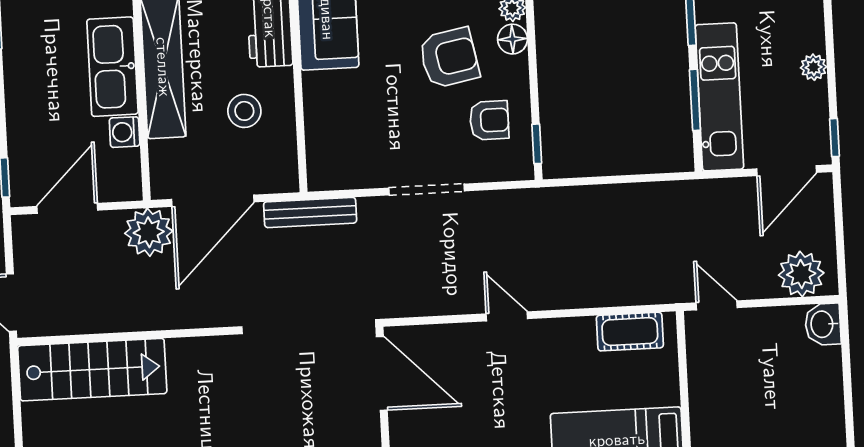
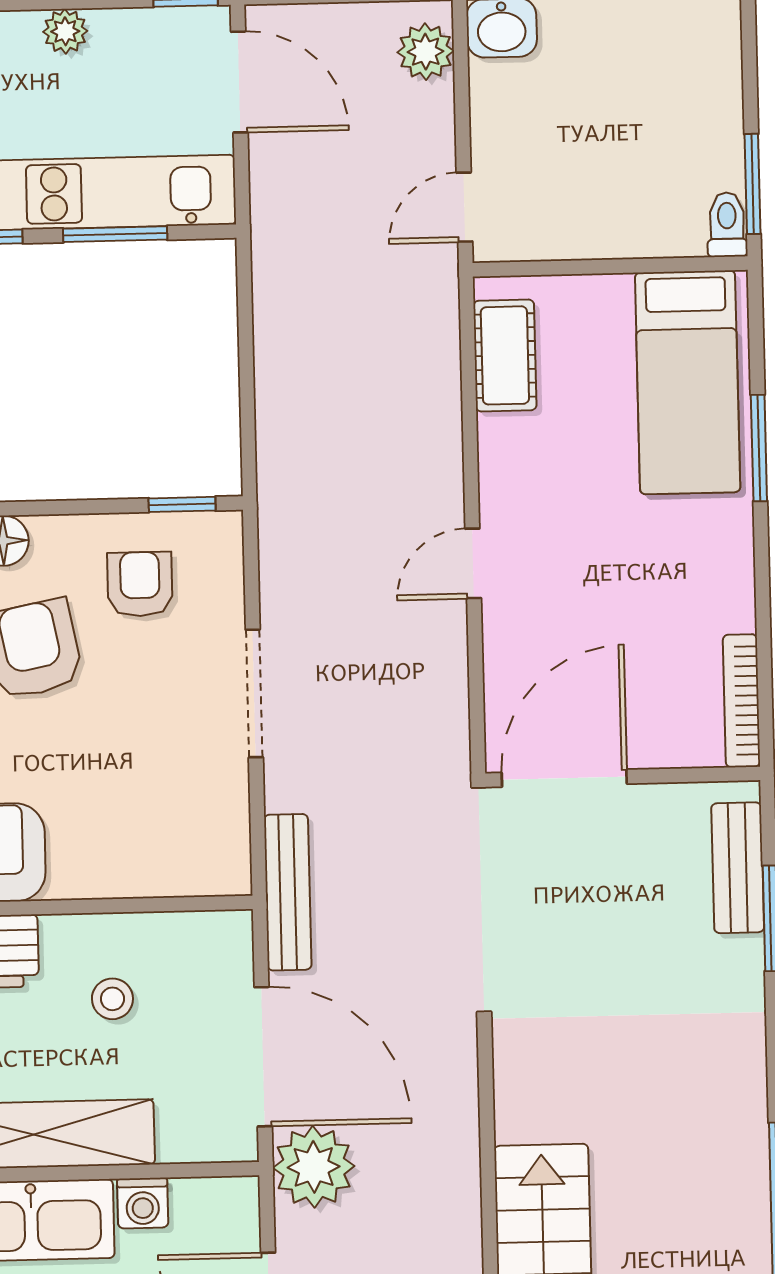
stool: (244, 111) -> (112, 999), width x0.73, depth x0.73
plant: (801, 274) -> (426, 52), width x0.73, depth x0.73

